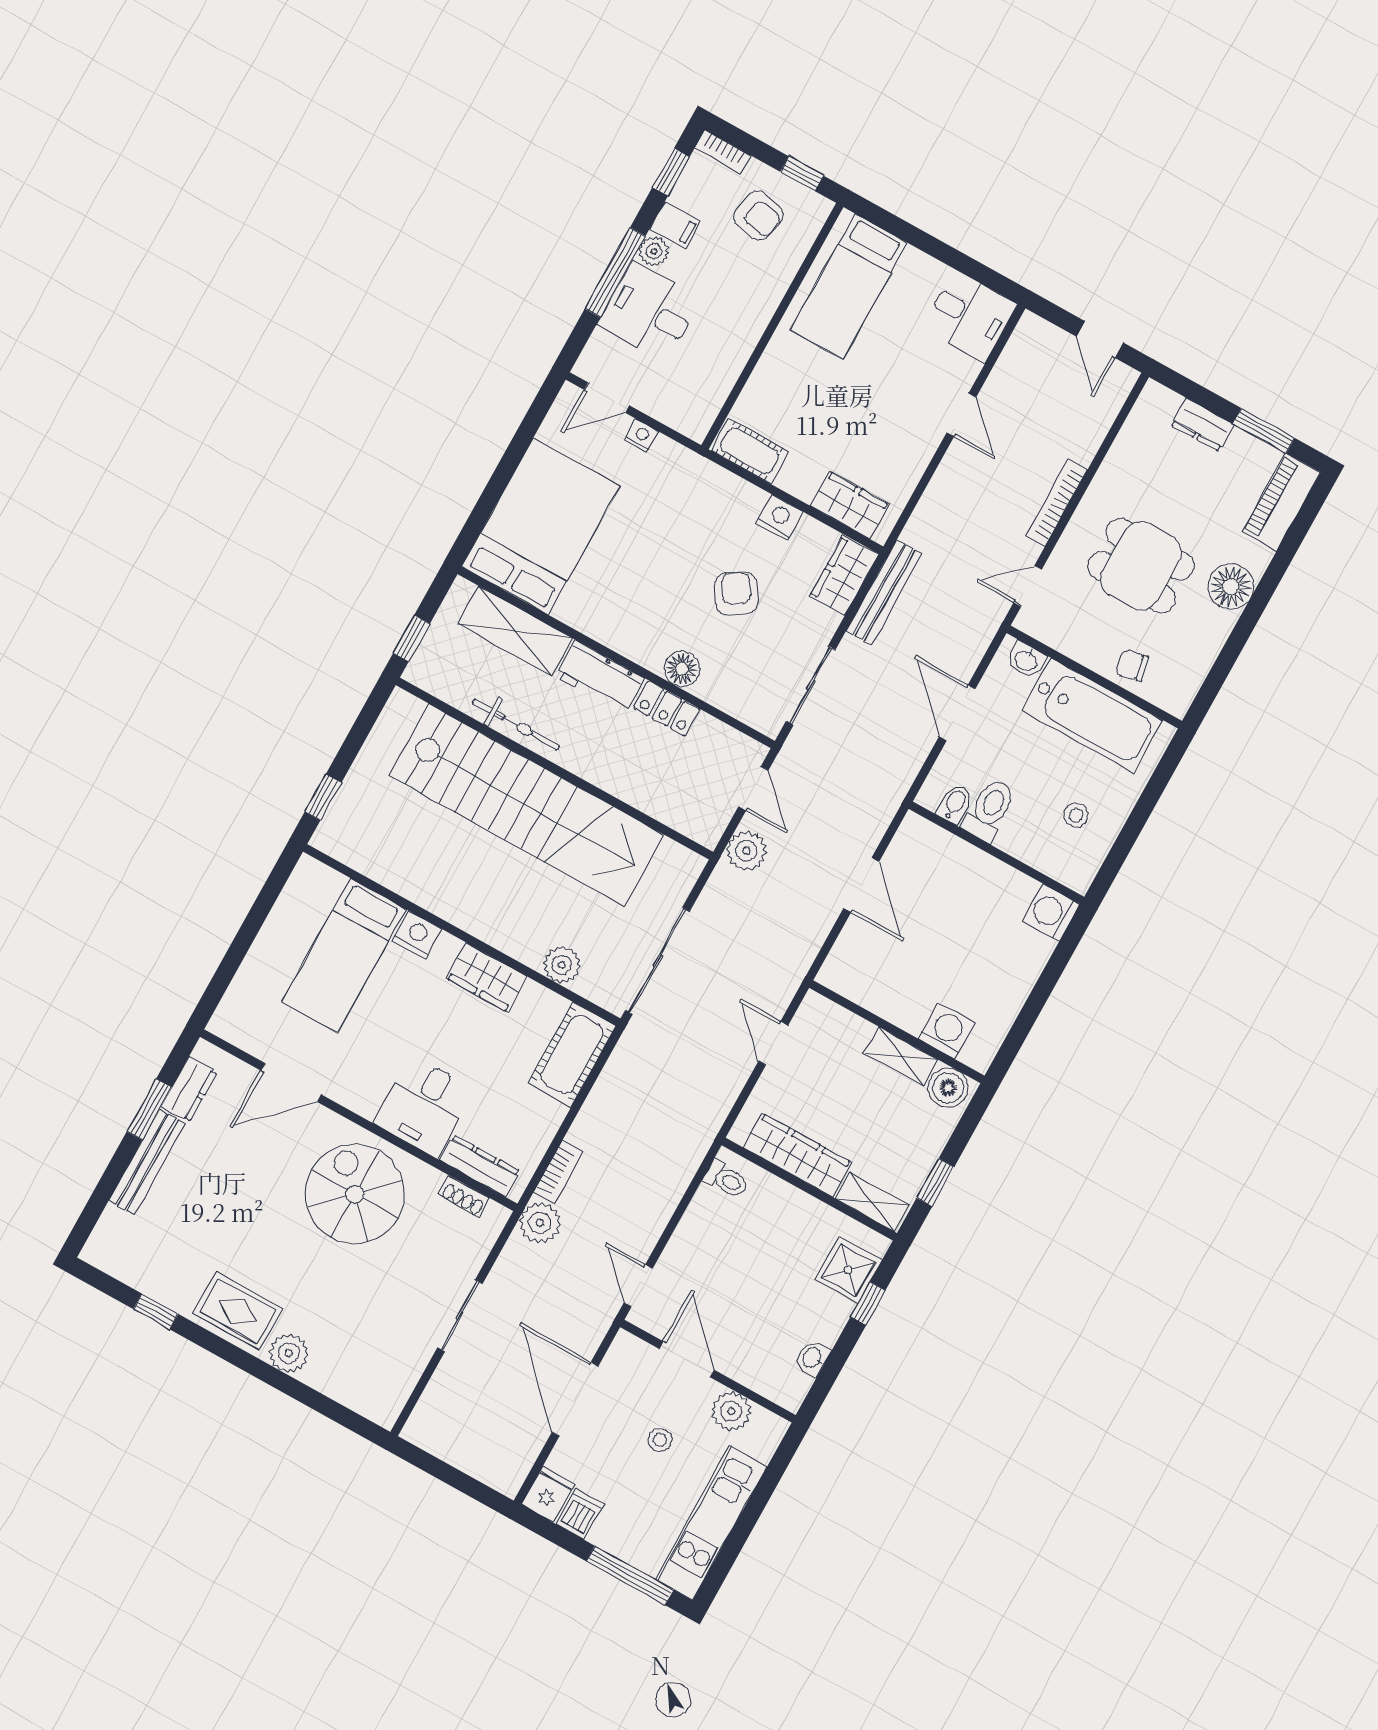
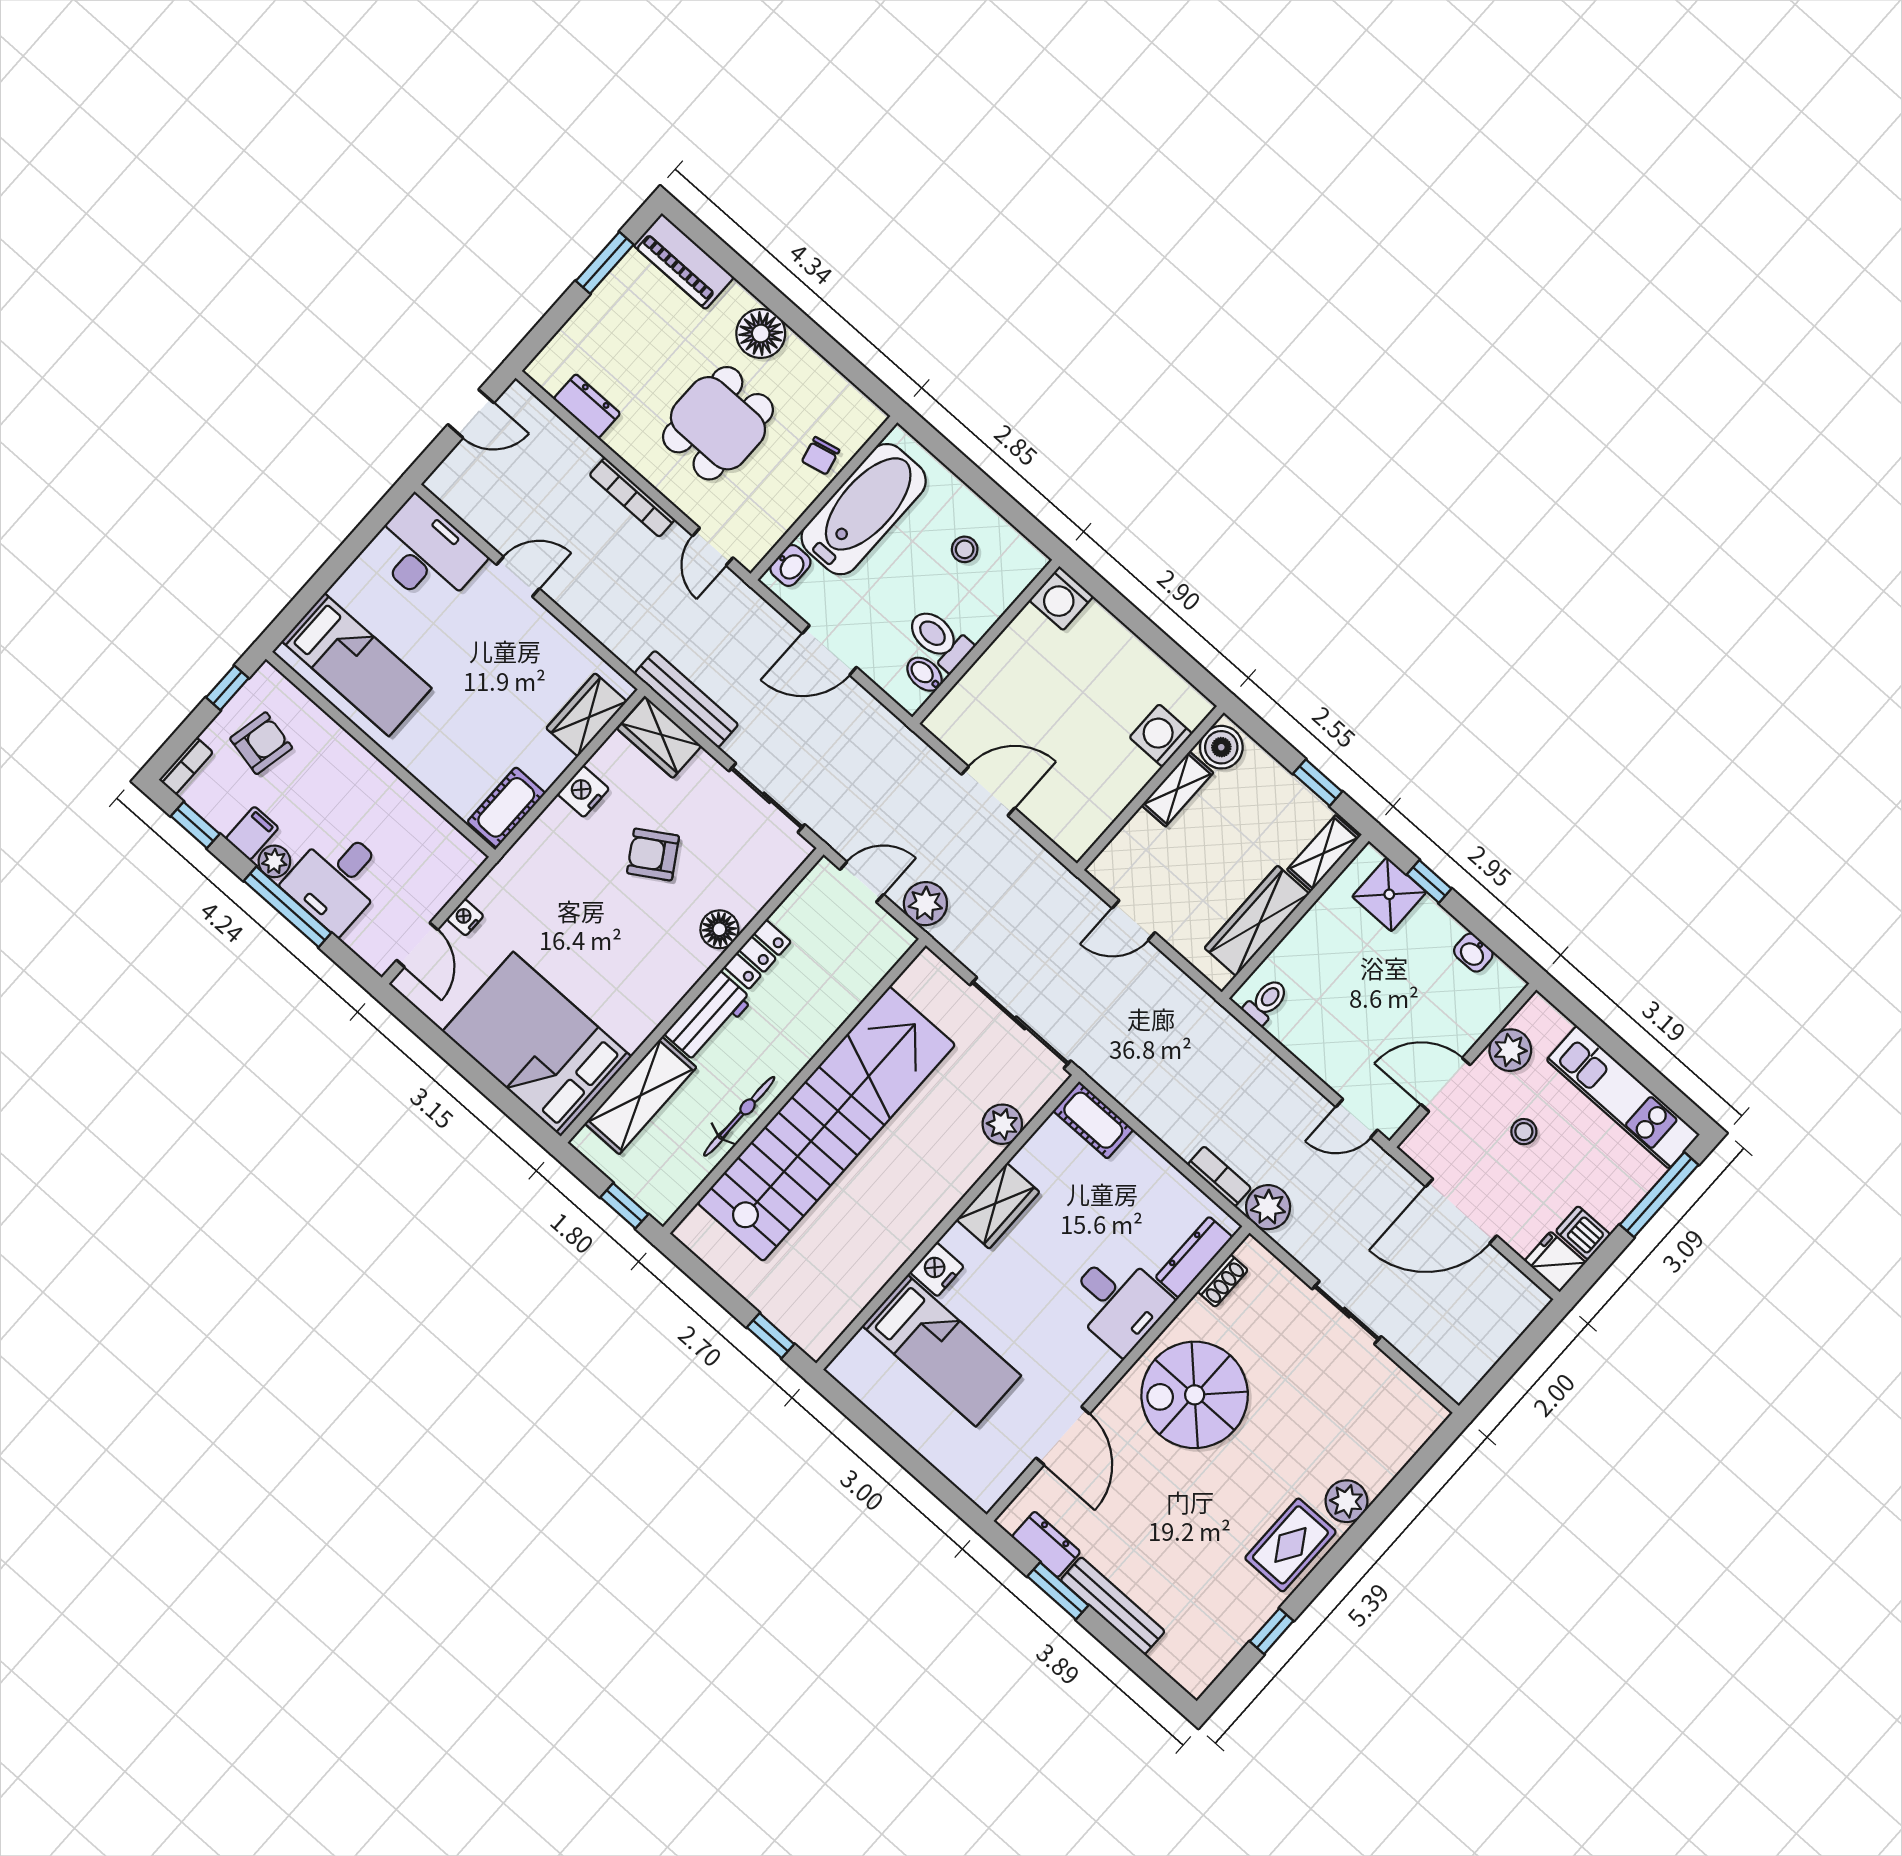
desk: (970, 316) -> (426, 554), width x1.37
dresser: (1203, 425) -> (587, 406), moved, turned -90
cot: (572, 1055) -> (1093, 1120), width x0.73, depth x0.75

